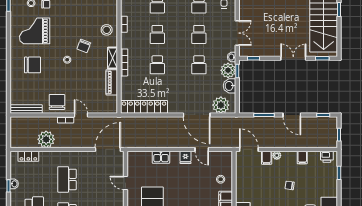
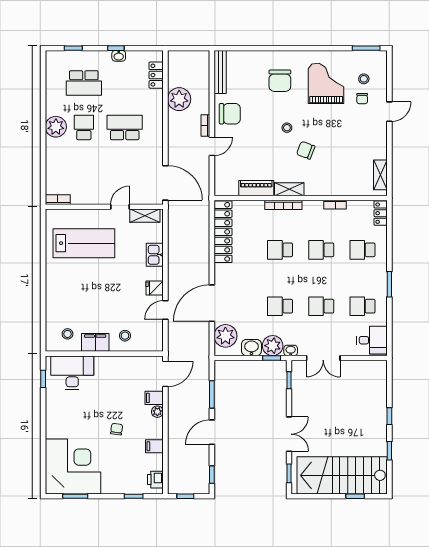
stool: (107, 30) -> (327, 181), removed
shelving: (132, 165) -> (145, 216), added

